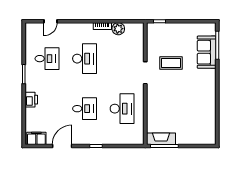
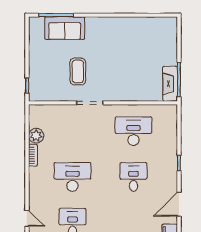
door: (62, 146) -> (179, 204), hinge flipped

